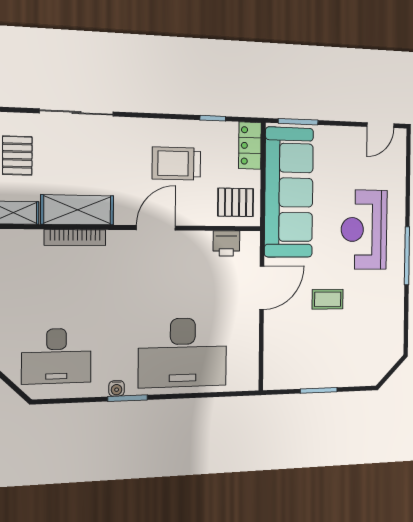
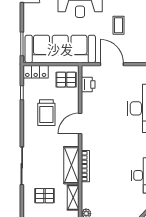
pallet: (236, 202) -> (66, 80), turned 90
door: (156, 228) -> (80, 123), hinge flipped

